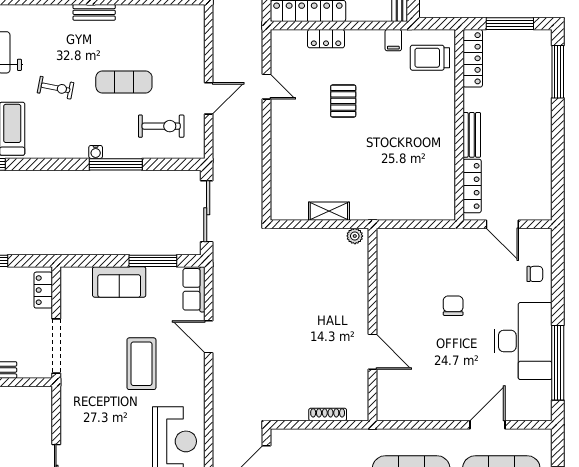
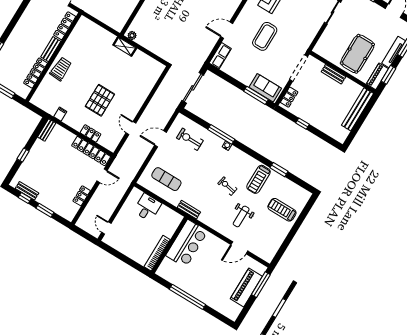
trolley: (430, 58) -> (61, 69), moved, turned -87
locker: (473, 58) -> (36, 73), moved
exercise mat: (124, 82) -> (166, 179), moved
pallet: (343, 101) -> (100, 100), width x1.50, depth x1.42
shelving: (329, 211) -> (125, 47), moved
window: (153, 261) -> (256, 95), moved
sofa: (119, 282) -> (265, 88), moved
door: (209, 337) -> (227, 30), swing flipped

